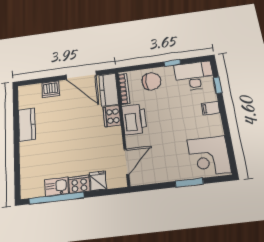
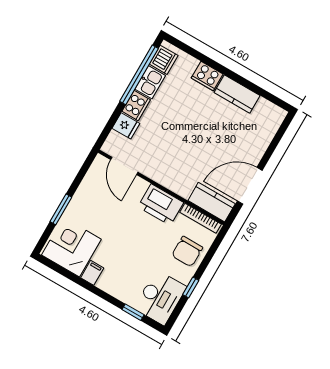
dishwasher: (51, 89) -> (164, 60), moved, turned 180
filing cabinet: (211, 108) -> (92, 273), moved
cooker: (112, 116) -> (207, 76), moved, turned 180

